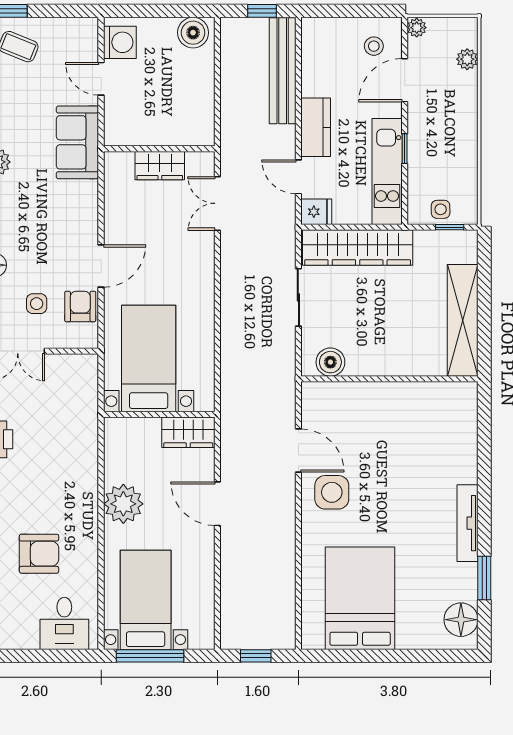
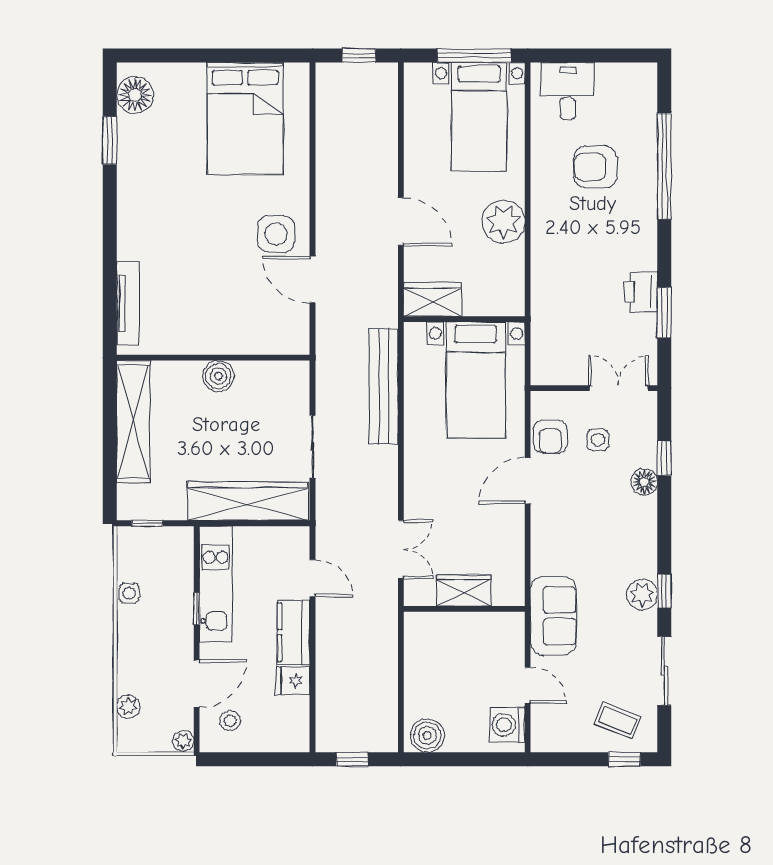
bench: (283, 71) -> (384, 386), moved
side table: (441, 209) -> (129, 593), moved
fridge: (316, 212) -> (293, 681), moved
boiler: (330, 362) -> (218, 376), moved
tv unit: (467, 523) -> (128, 303), moved

